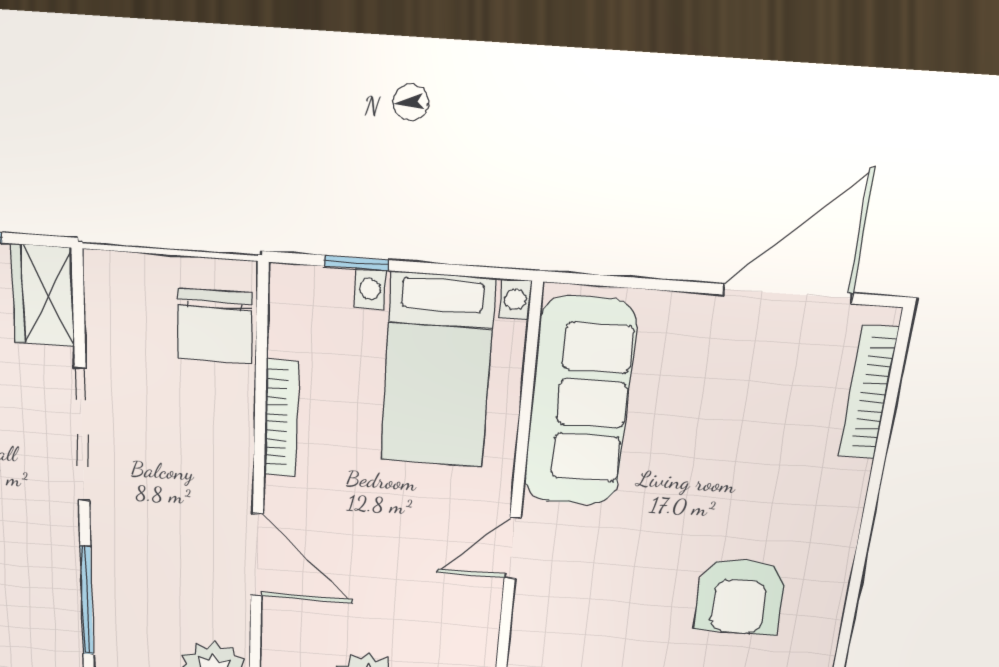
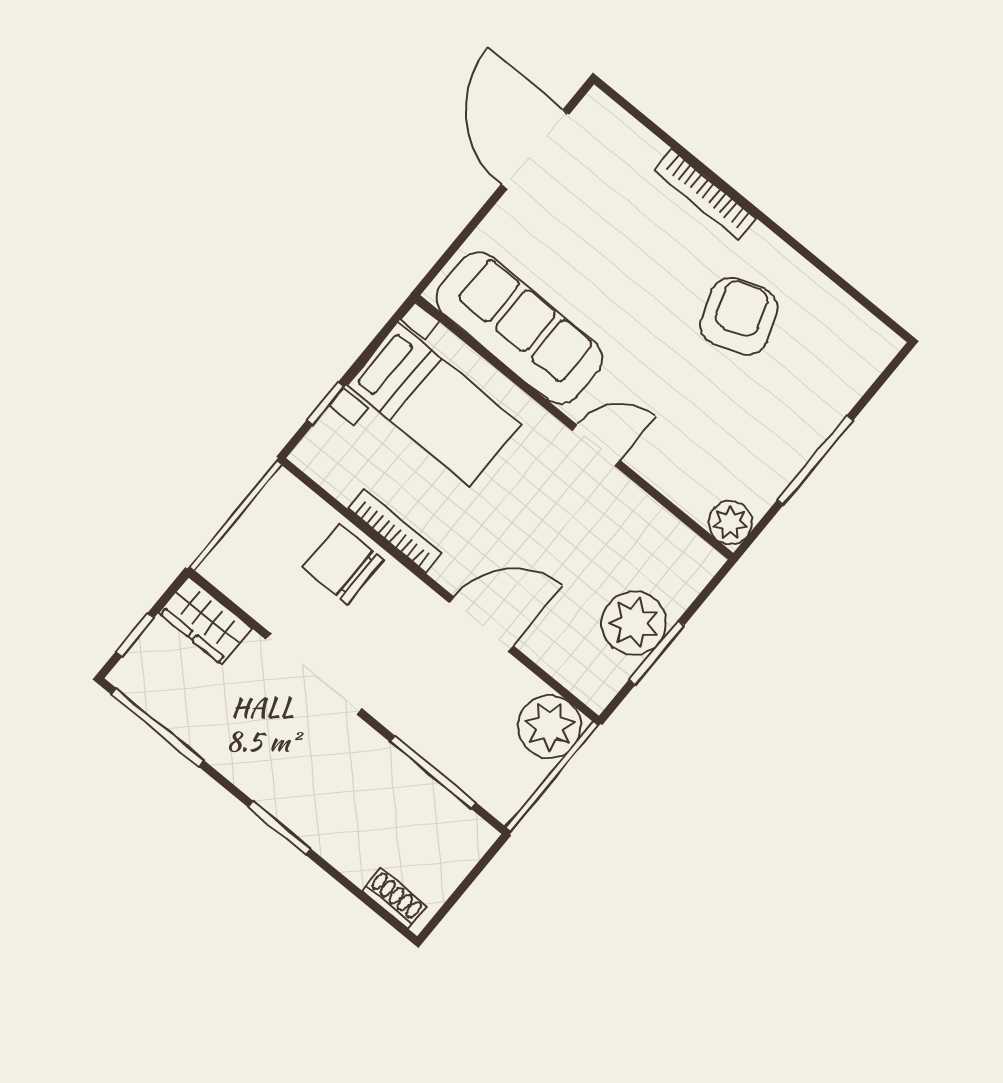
chair: (214, 326) -> (343, 563), moved, turned 180
bookcase: (868, 393) -> (705, 194), moved
door: (513, 548) -> (596, 445), swing flipped
armchair: (740, 596) -> (739, 316), turned -110

